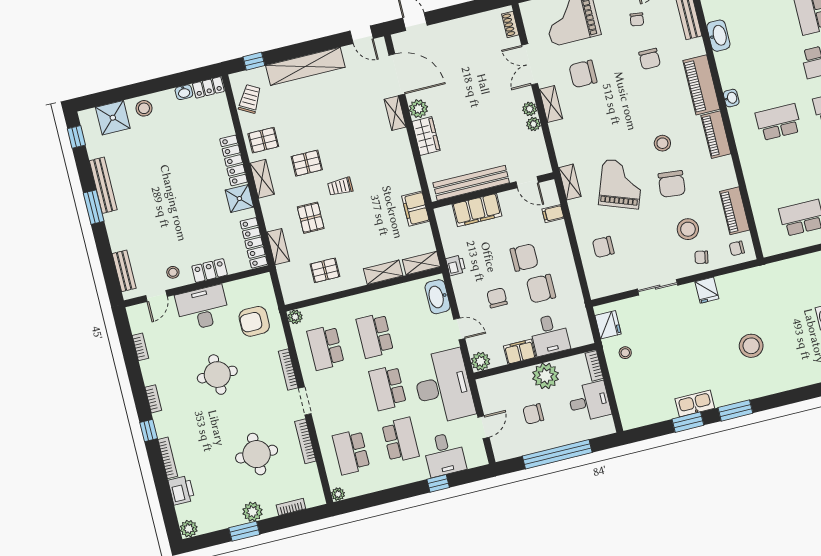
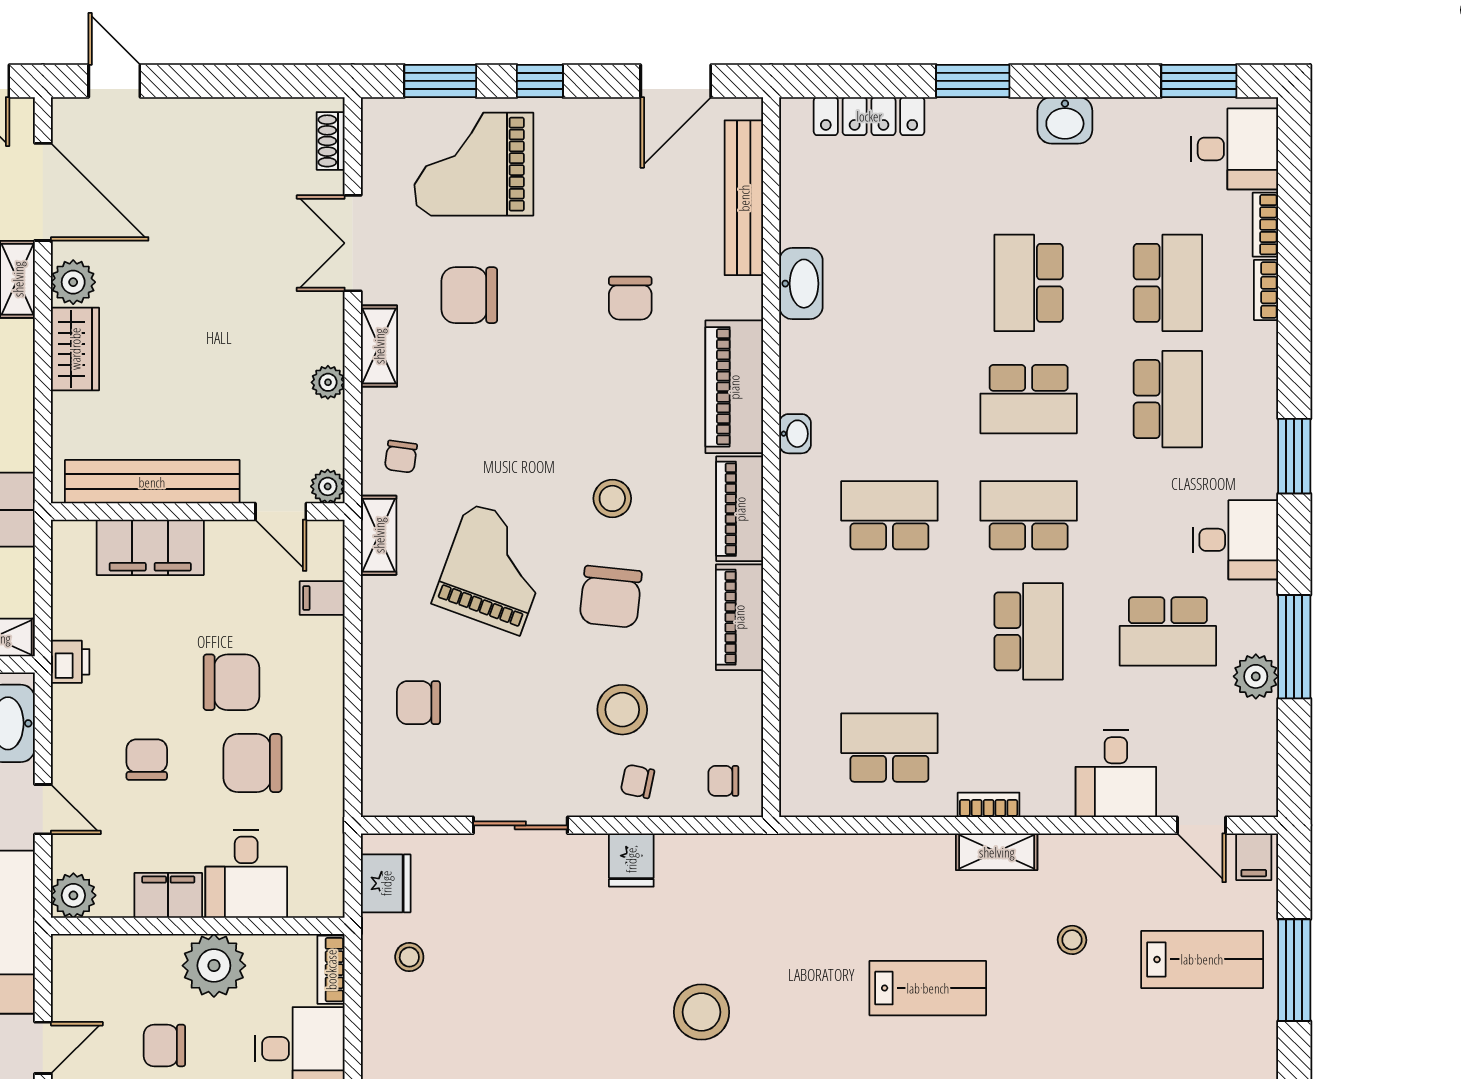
chair: (637, 19) -> (401, 457), moved
plant: (530, 109) -> (328, 486), moved
piano: (735, 211) -> (739, 617), moved

